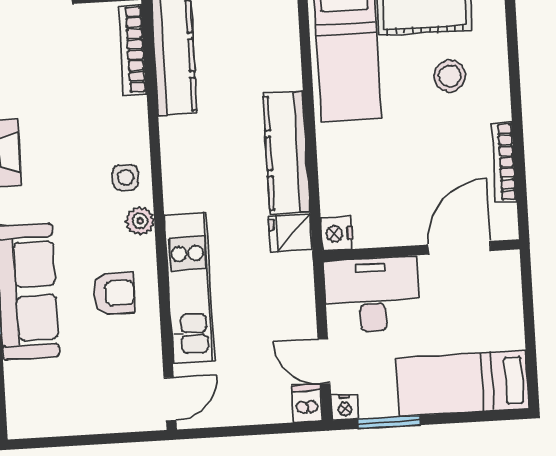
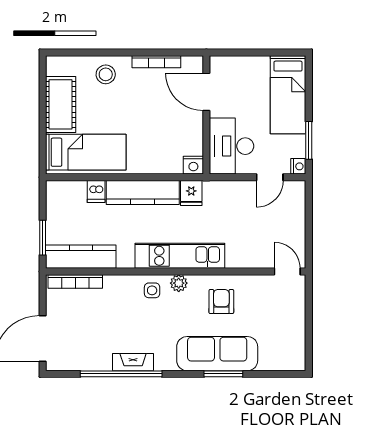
stool: (450, 76) -> (106, 74), moved
kitchen unit: (189, 288) -> (180, 256), moved
dishwasher: (307, 403) -> (96, 192), moved, turned -90

